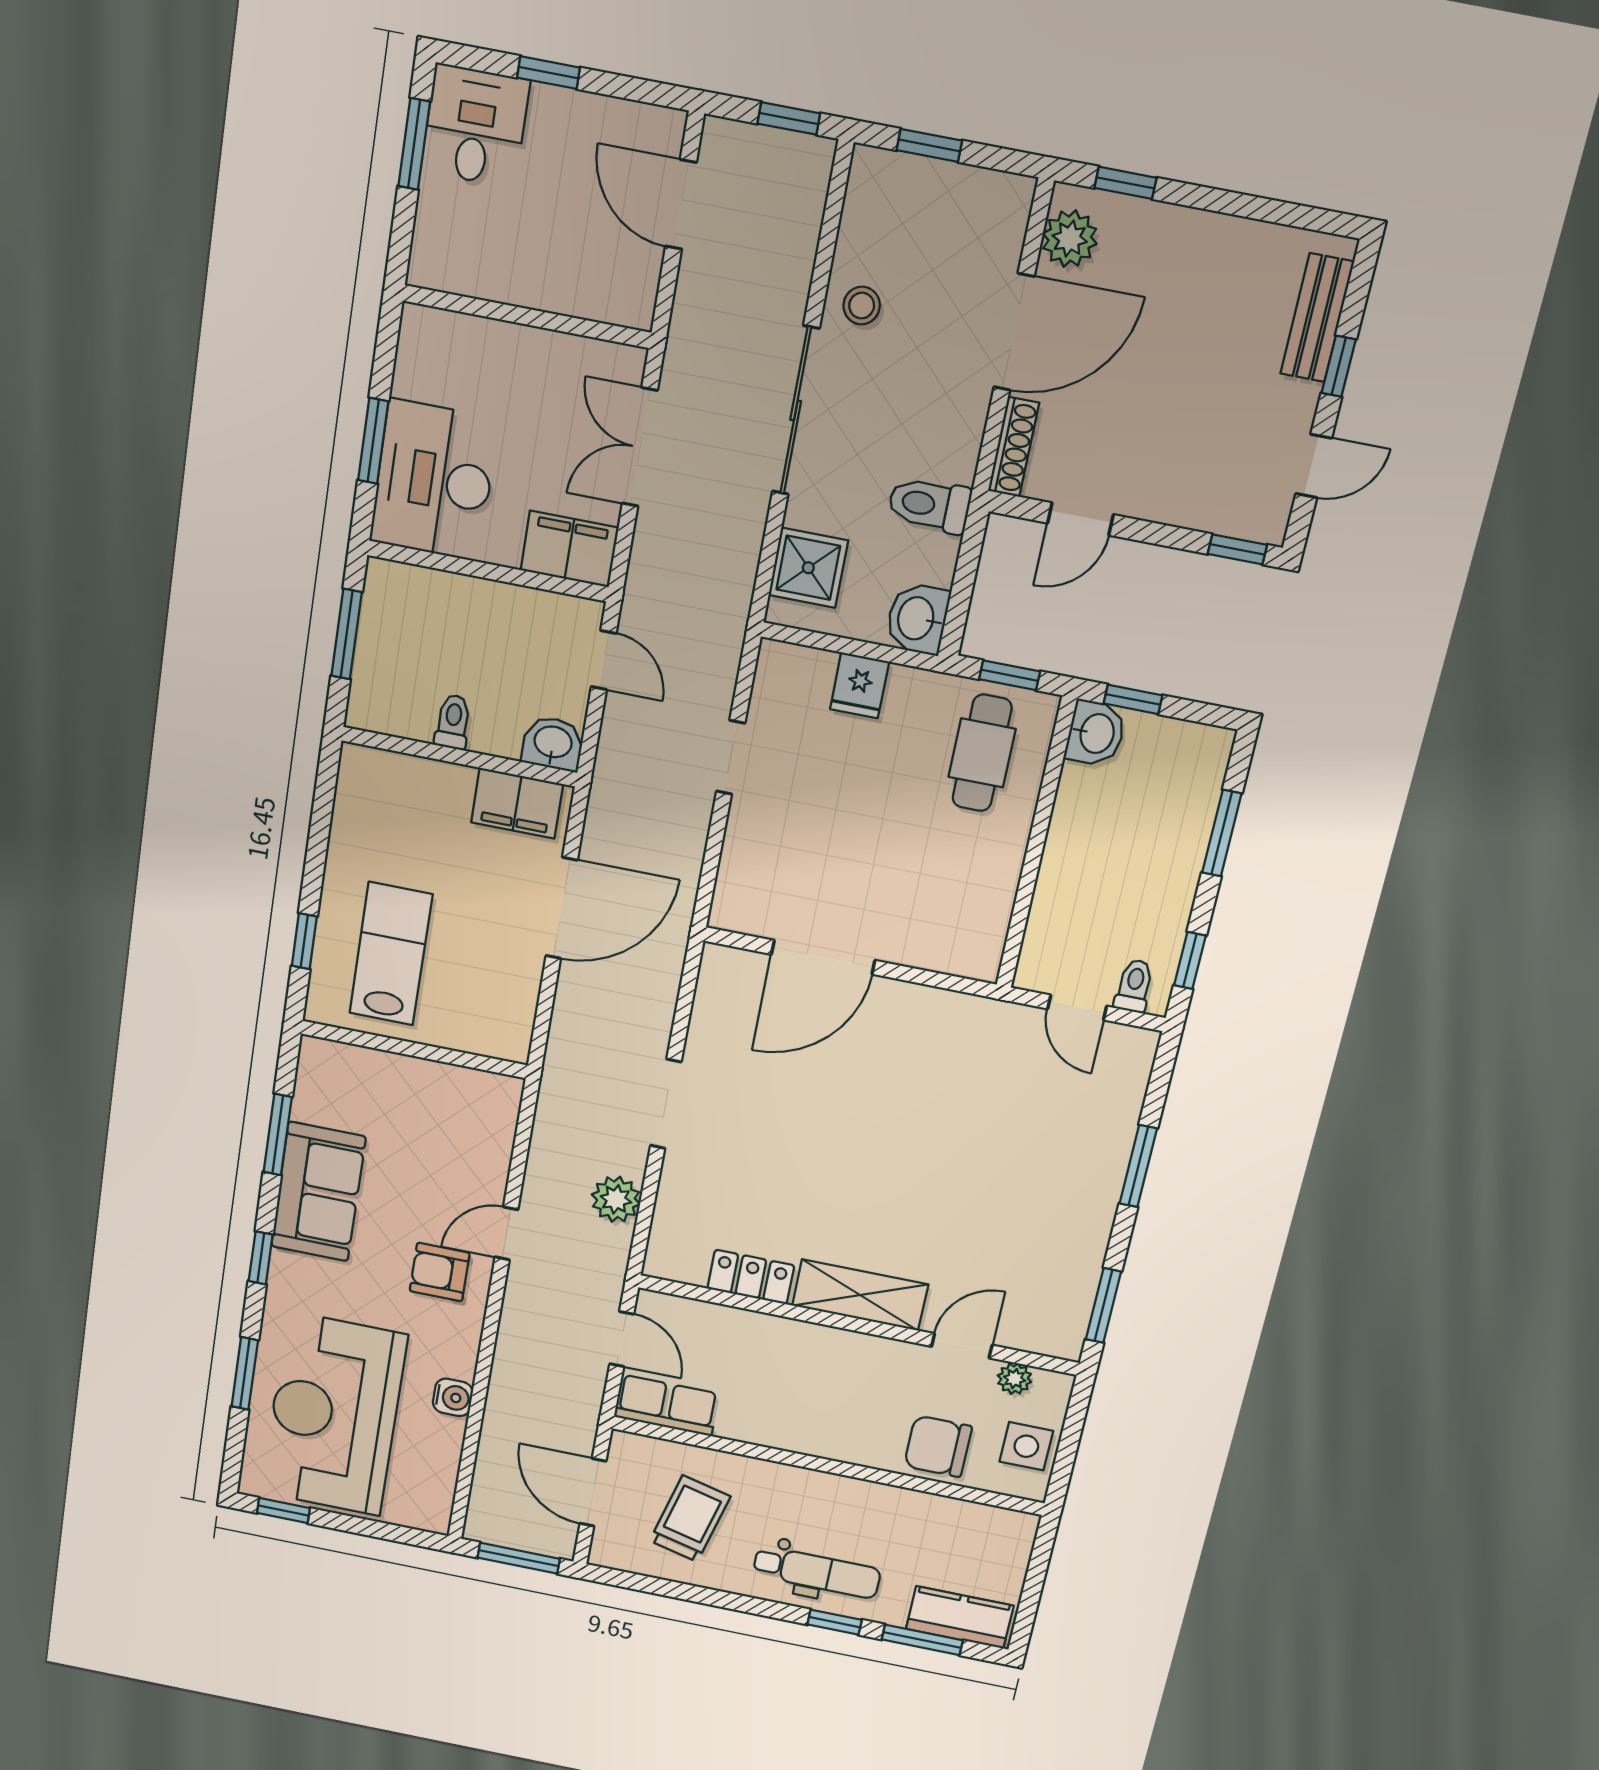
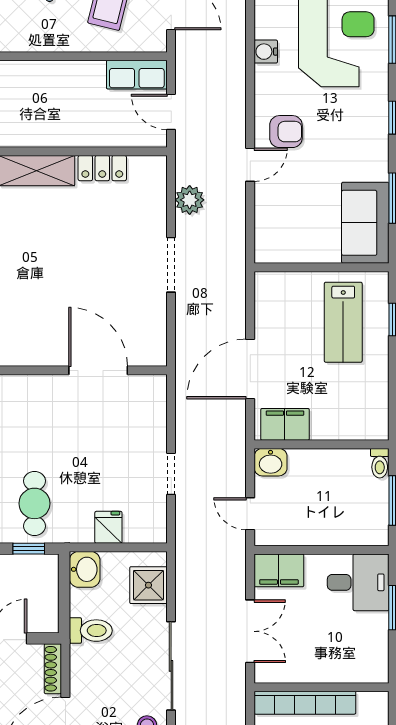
bookcase: (562, 293) -> (305, 703), added
desk: (434, 480) -> (358, 582), width x0.73
toilet: (453, 722) -> (380, 463), moved
door: (823, 957) -> (98, 370), hinge flipped
sofa: (318, 1192) -> (365, 223), moved

